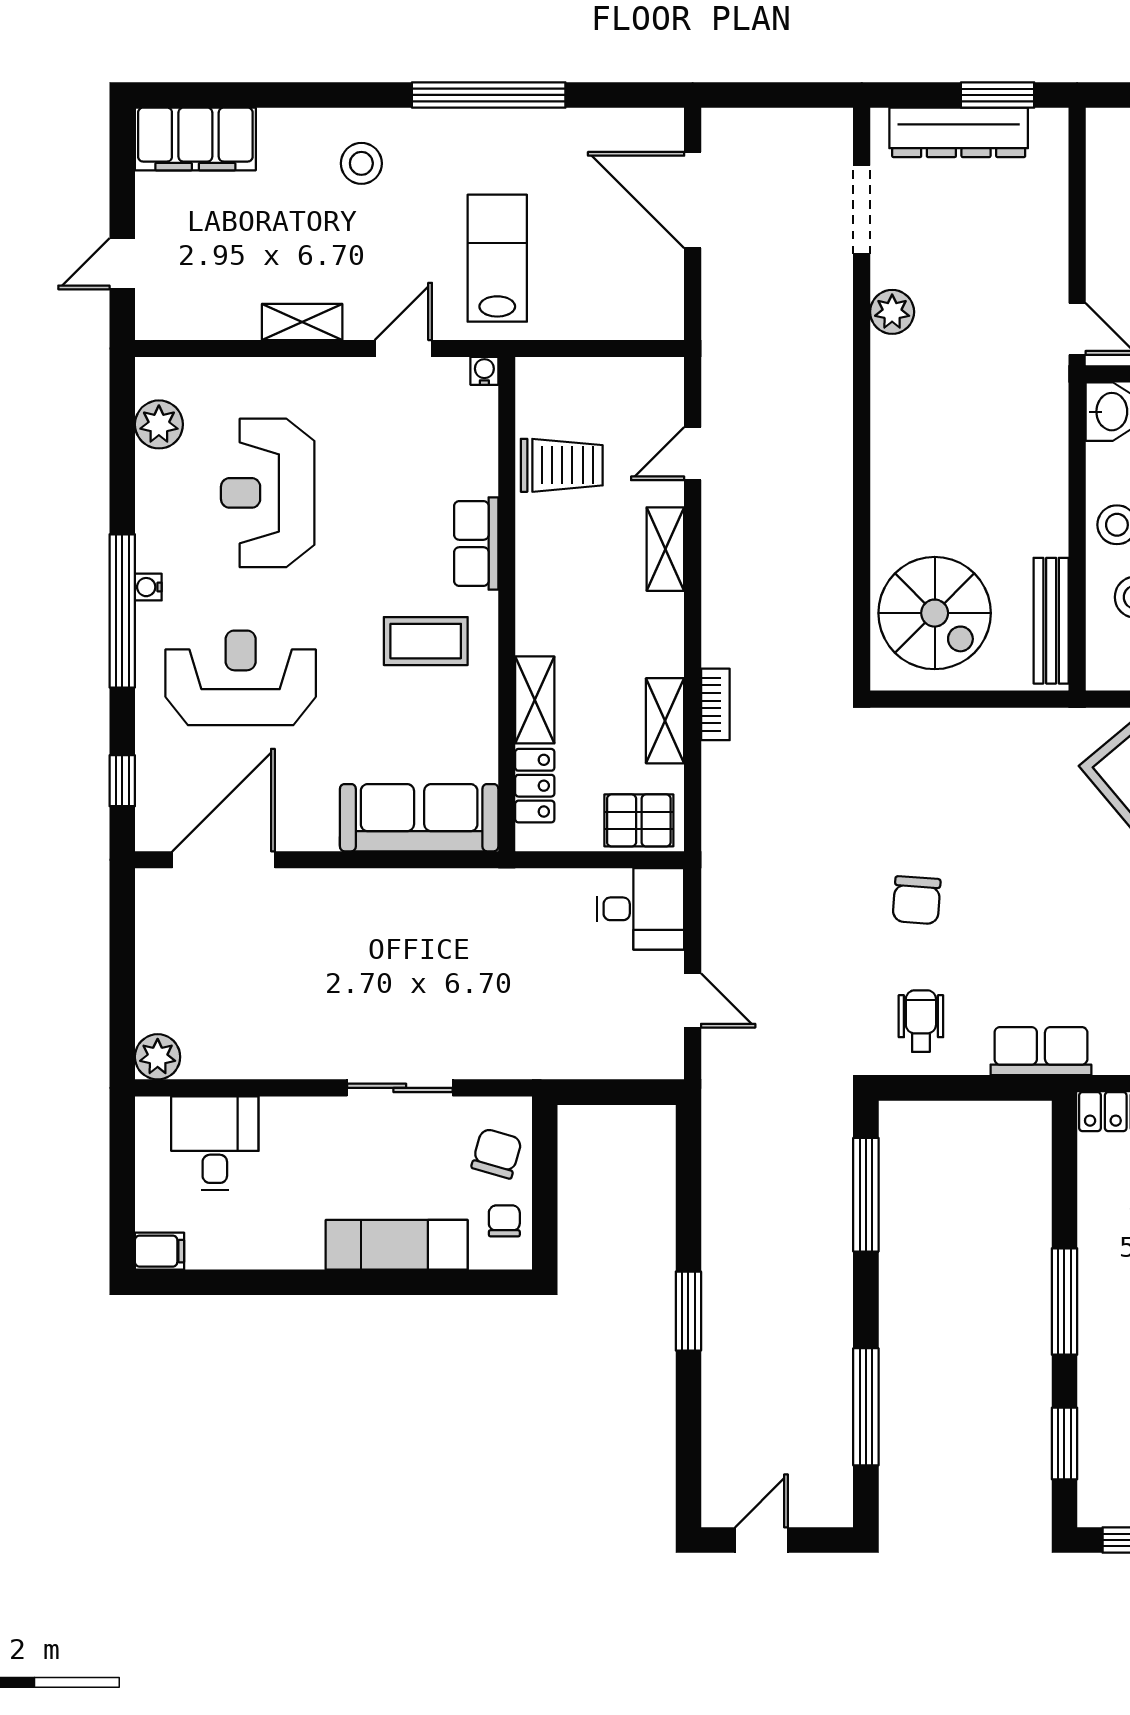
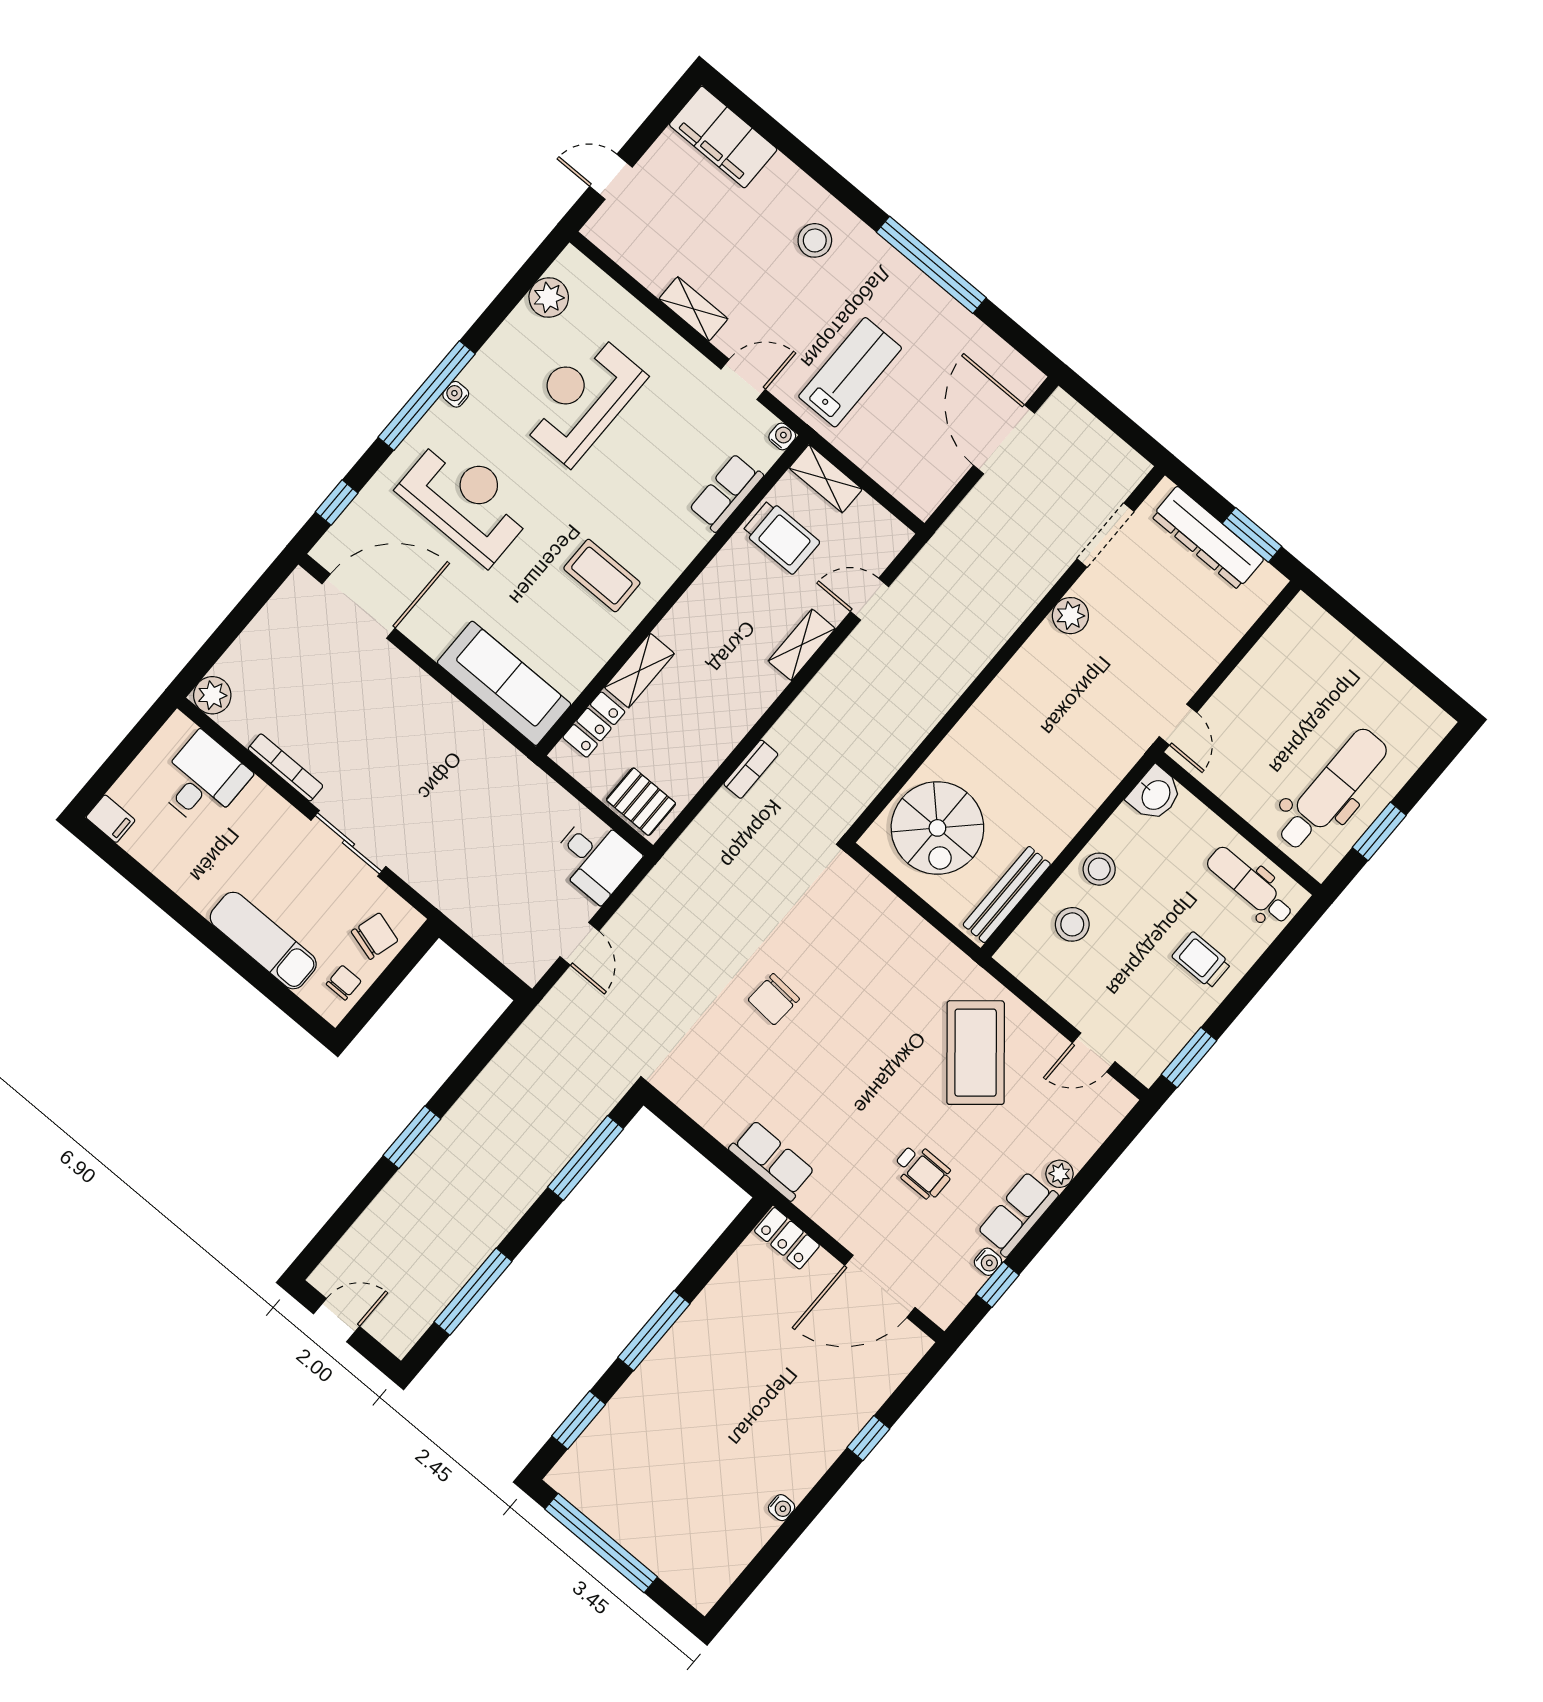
row of seats: (476, 543) -> (726, 493), moved
shelving: (665, 721) -> (826, 479), moved, turned 90
wheelchair: (921, 1021) -> (712, 1078), removed
bookcase: (282, 1067) -> (285, 767), added

